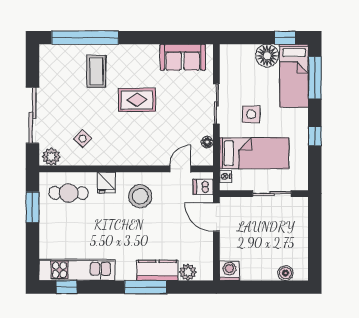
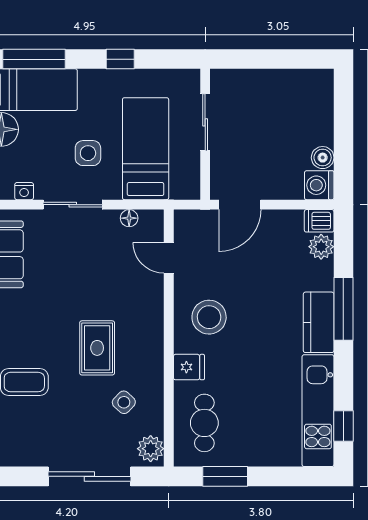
rug: (137, 100) -> (97, 348), moved
nightstand: (225, 176) -> (24, 191), moved
dishwasher: (203, 187) -> (319, 221), moved, turned 90
kitchen counter: (157, 270) -> (319, 322), moved
boiler: (285, 273) -> (323, 158), moved

